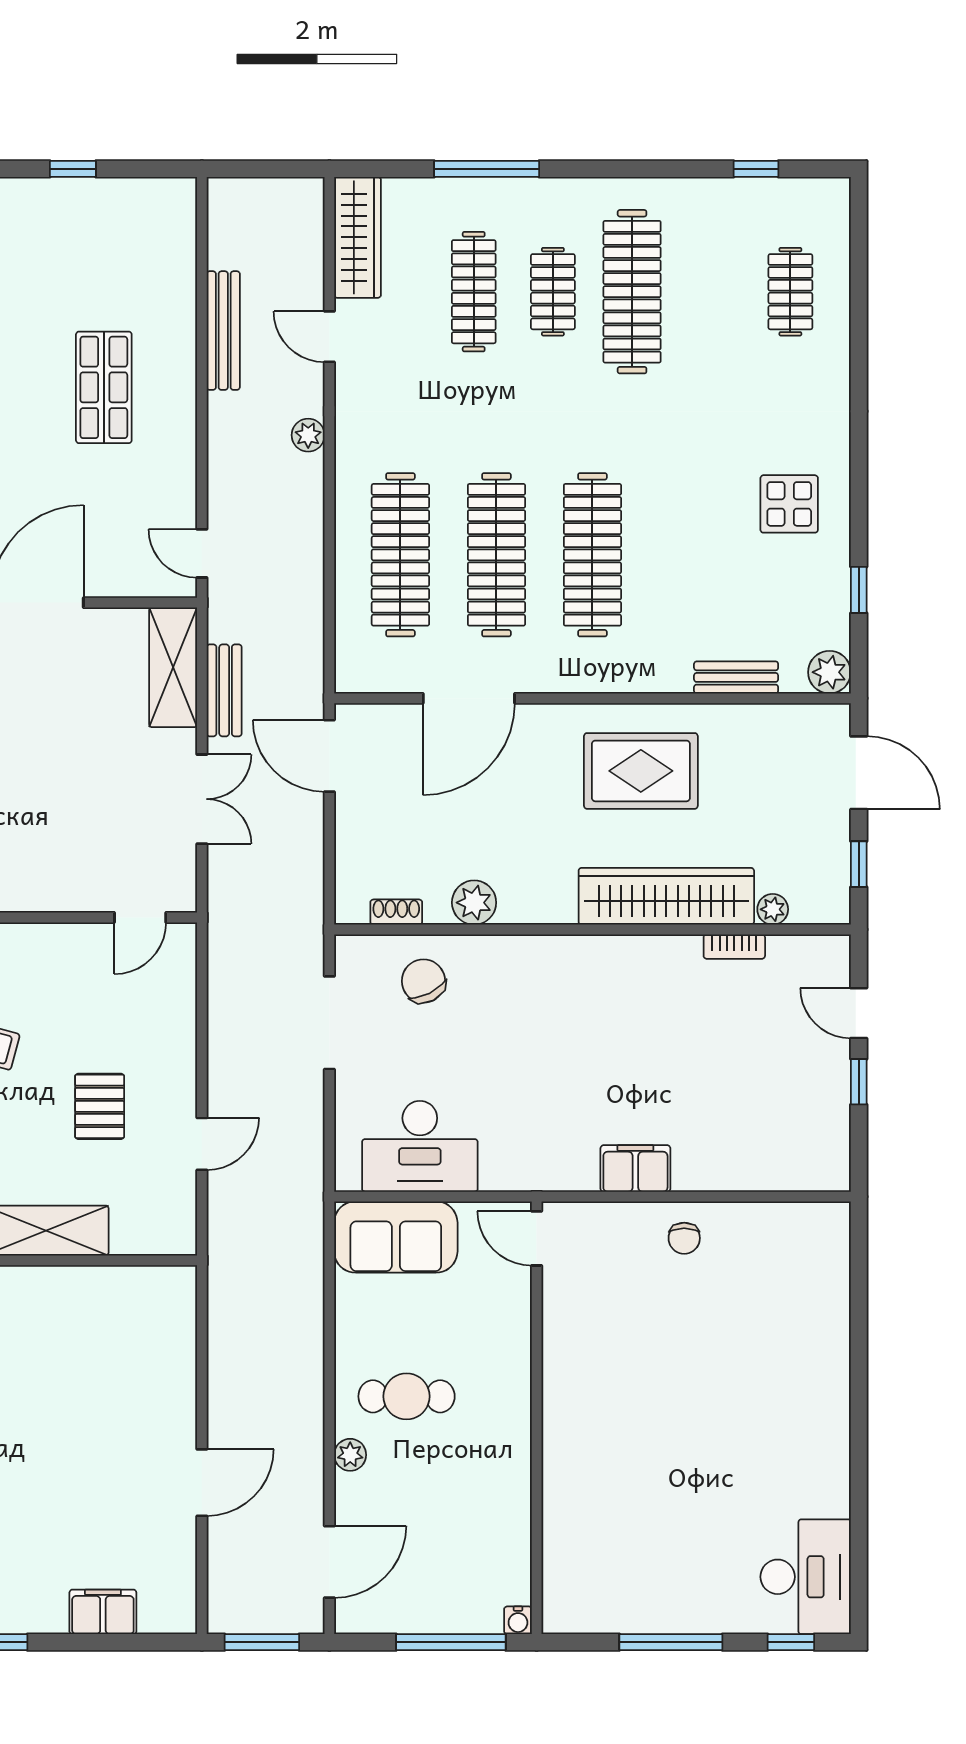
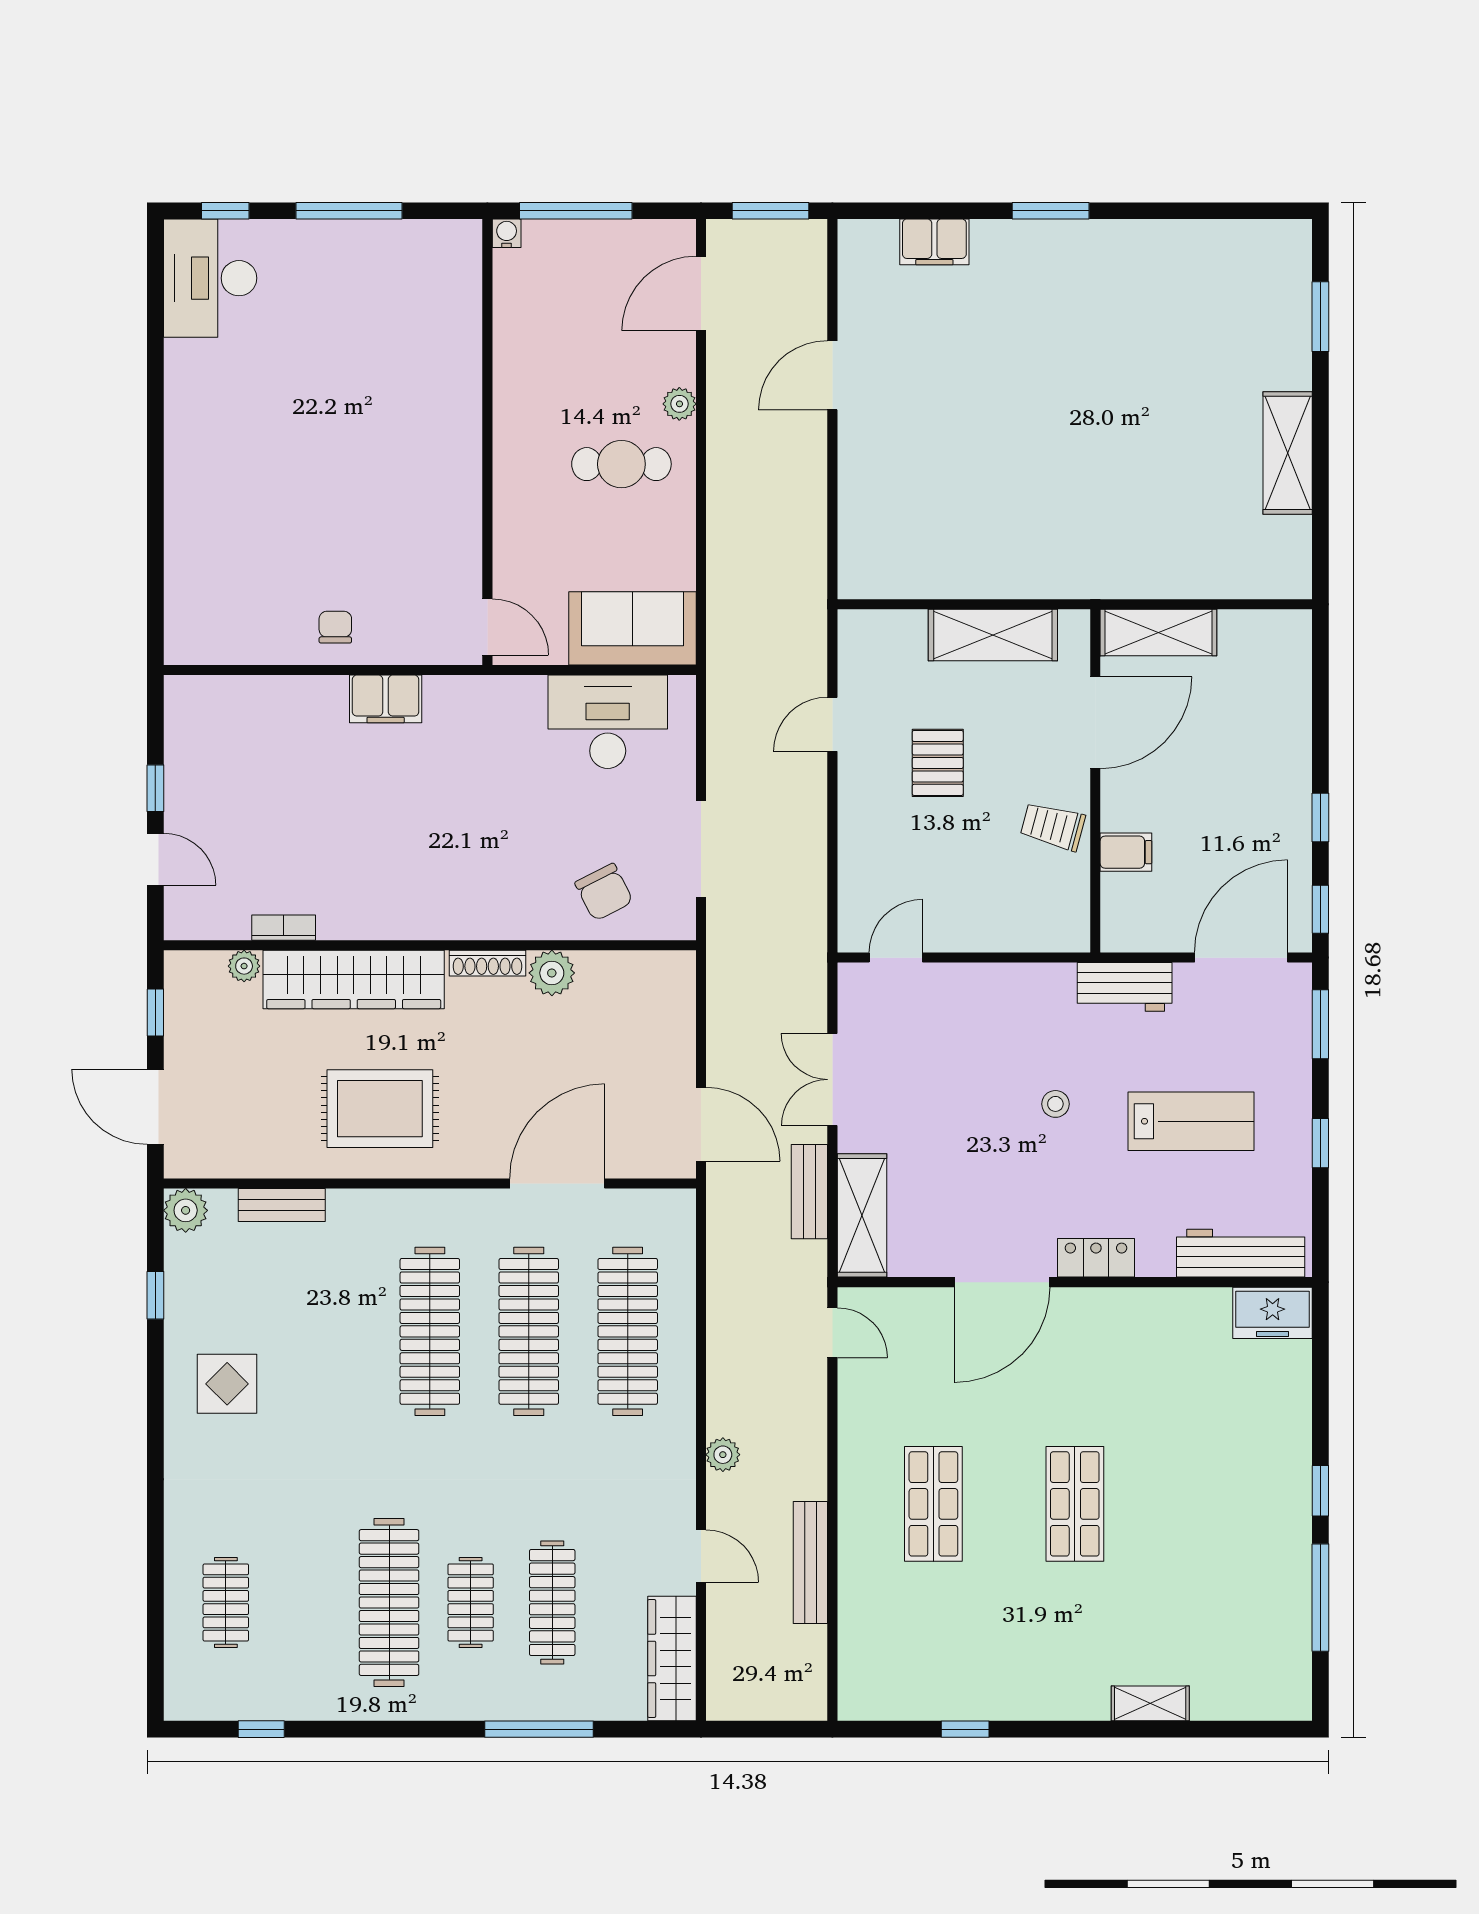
shoe rack: (396, 912) -> (487, 963), moved, width x1.43

